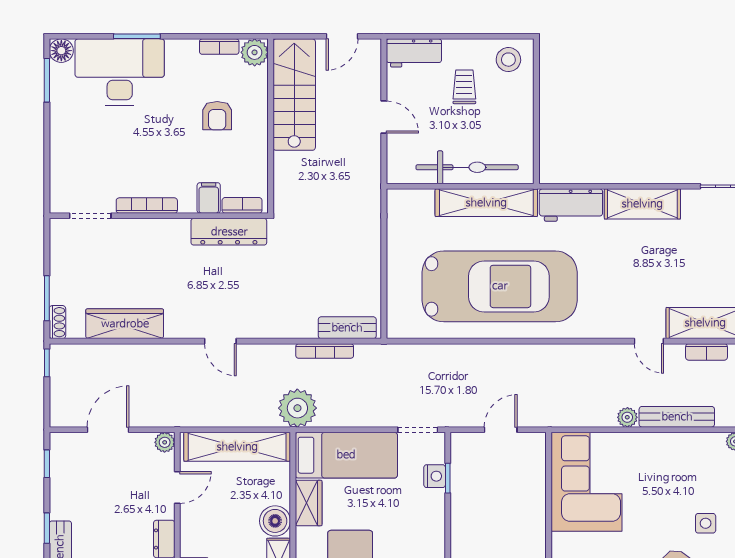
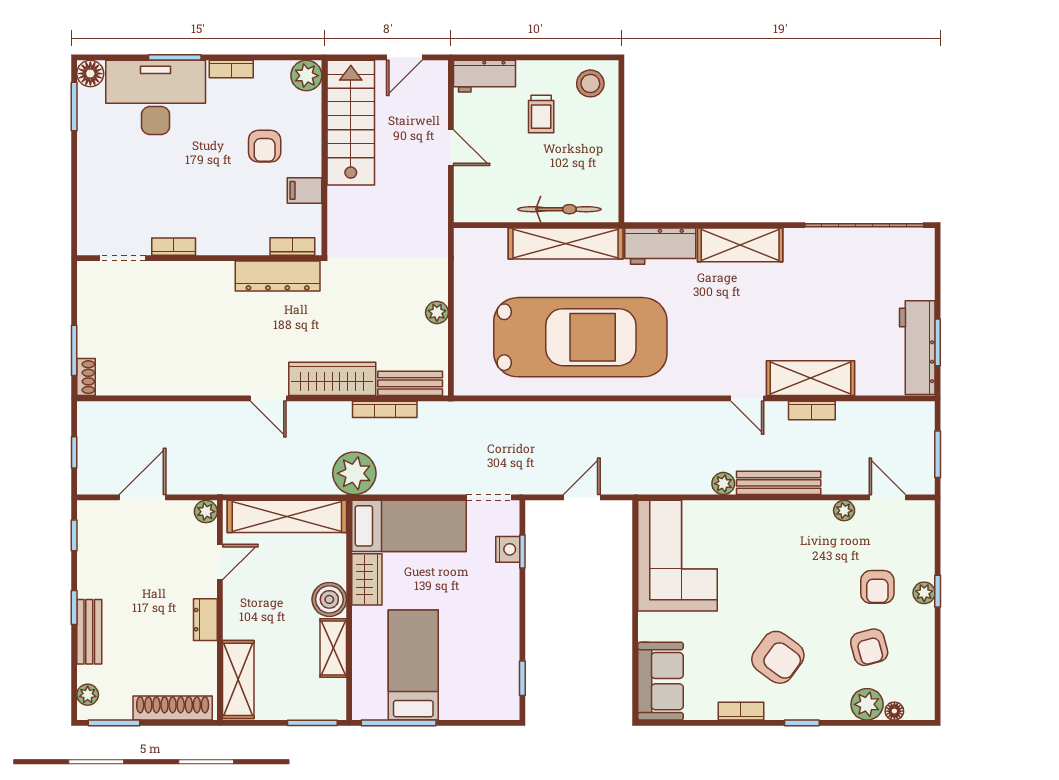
bookcase: (219, 47) -> (231, 69), moved
trolley: (464, 87) -> (541, 114), turned 180
bicycle: (467, 167) -> (559, 209), width x0.73, depth x0.71
filing cabinet: (209, 198) -> (305, 190), moved, turned -90
bookcase: (147, 206) -> (174, 247), width x0.64
plant: (371, 264) -> (437, 312), added
wardrobe: (125, 324) -> (332, 379), moved
window: (47, 363) -> (74, 452), moved
side table: (706, 523) -> (811, 602), removed

